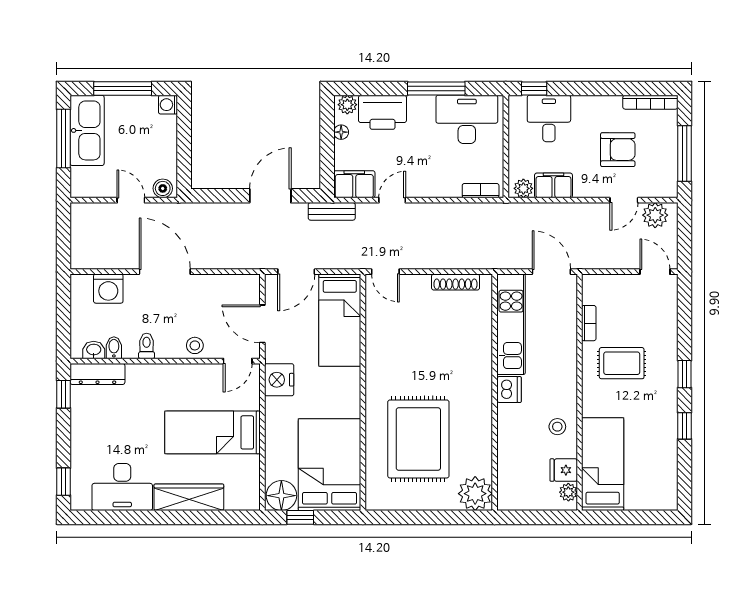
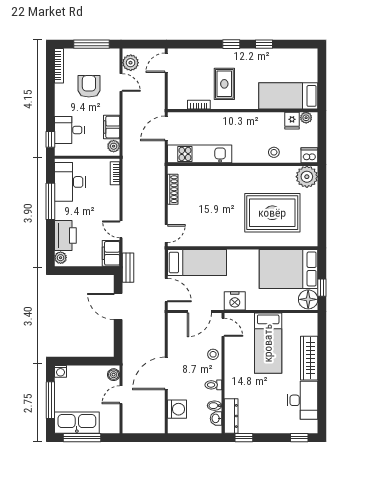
floor lamp: (341, 132) -> (78, 262), removed
dishwasher: (509, 390) -> (309, 155), moved
stool: (557, 427) -> (274, 152), moved

